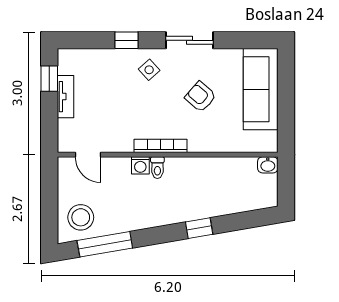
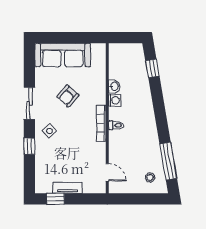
door: (88, 155) -> (107, 172), hinge flipped
washing machine: (140, 165) -> (115, 100), moved
washbasin: (268, 165) -> (114, 86), moved
stool: (81, 217) -> (150, 177), width x0.53, depth x0.53
window: (199, 228) -> (152, 68), moved

